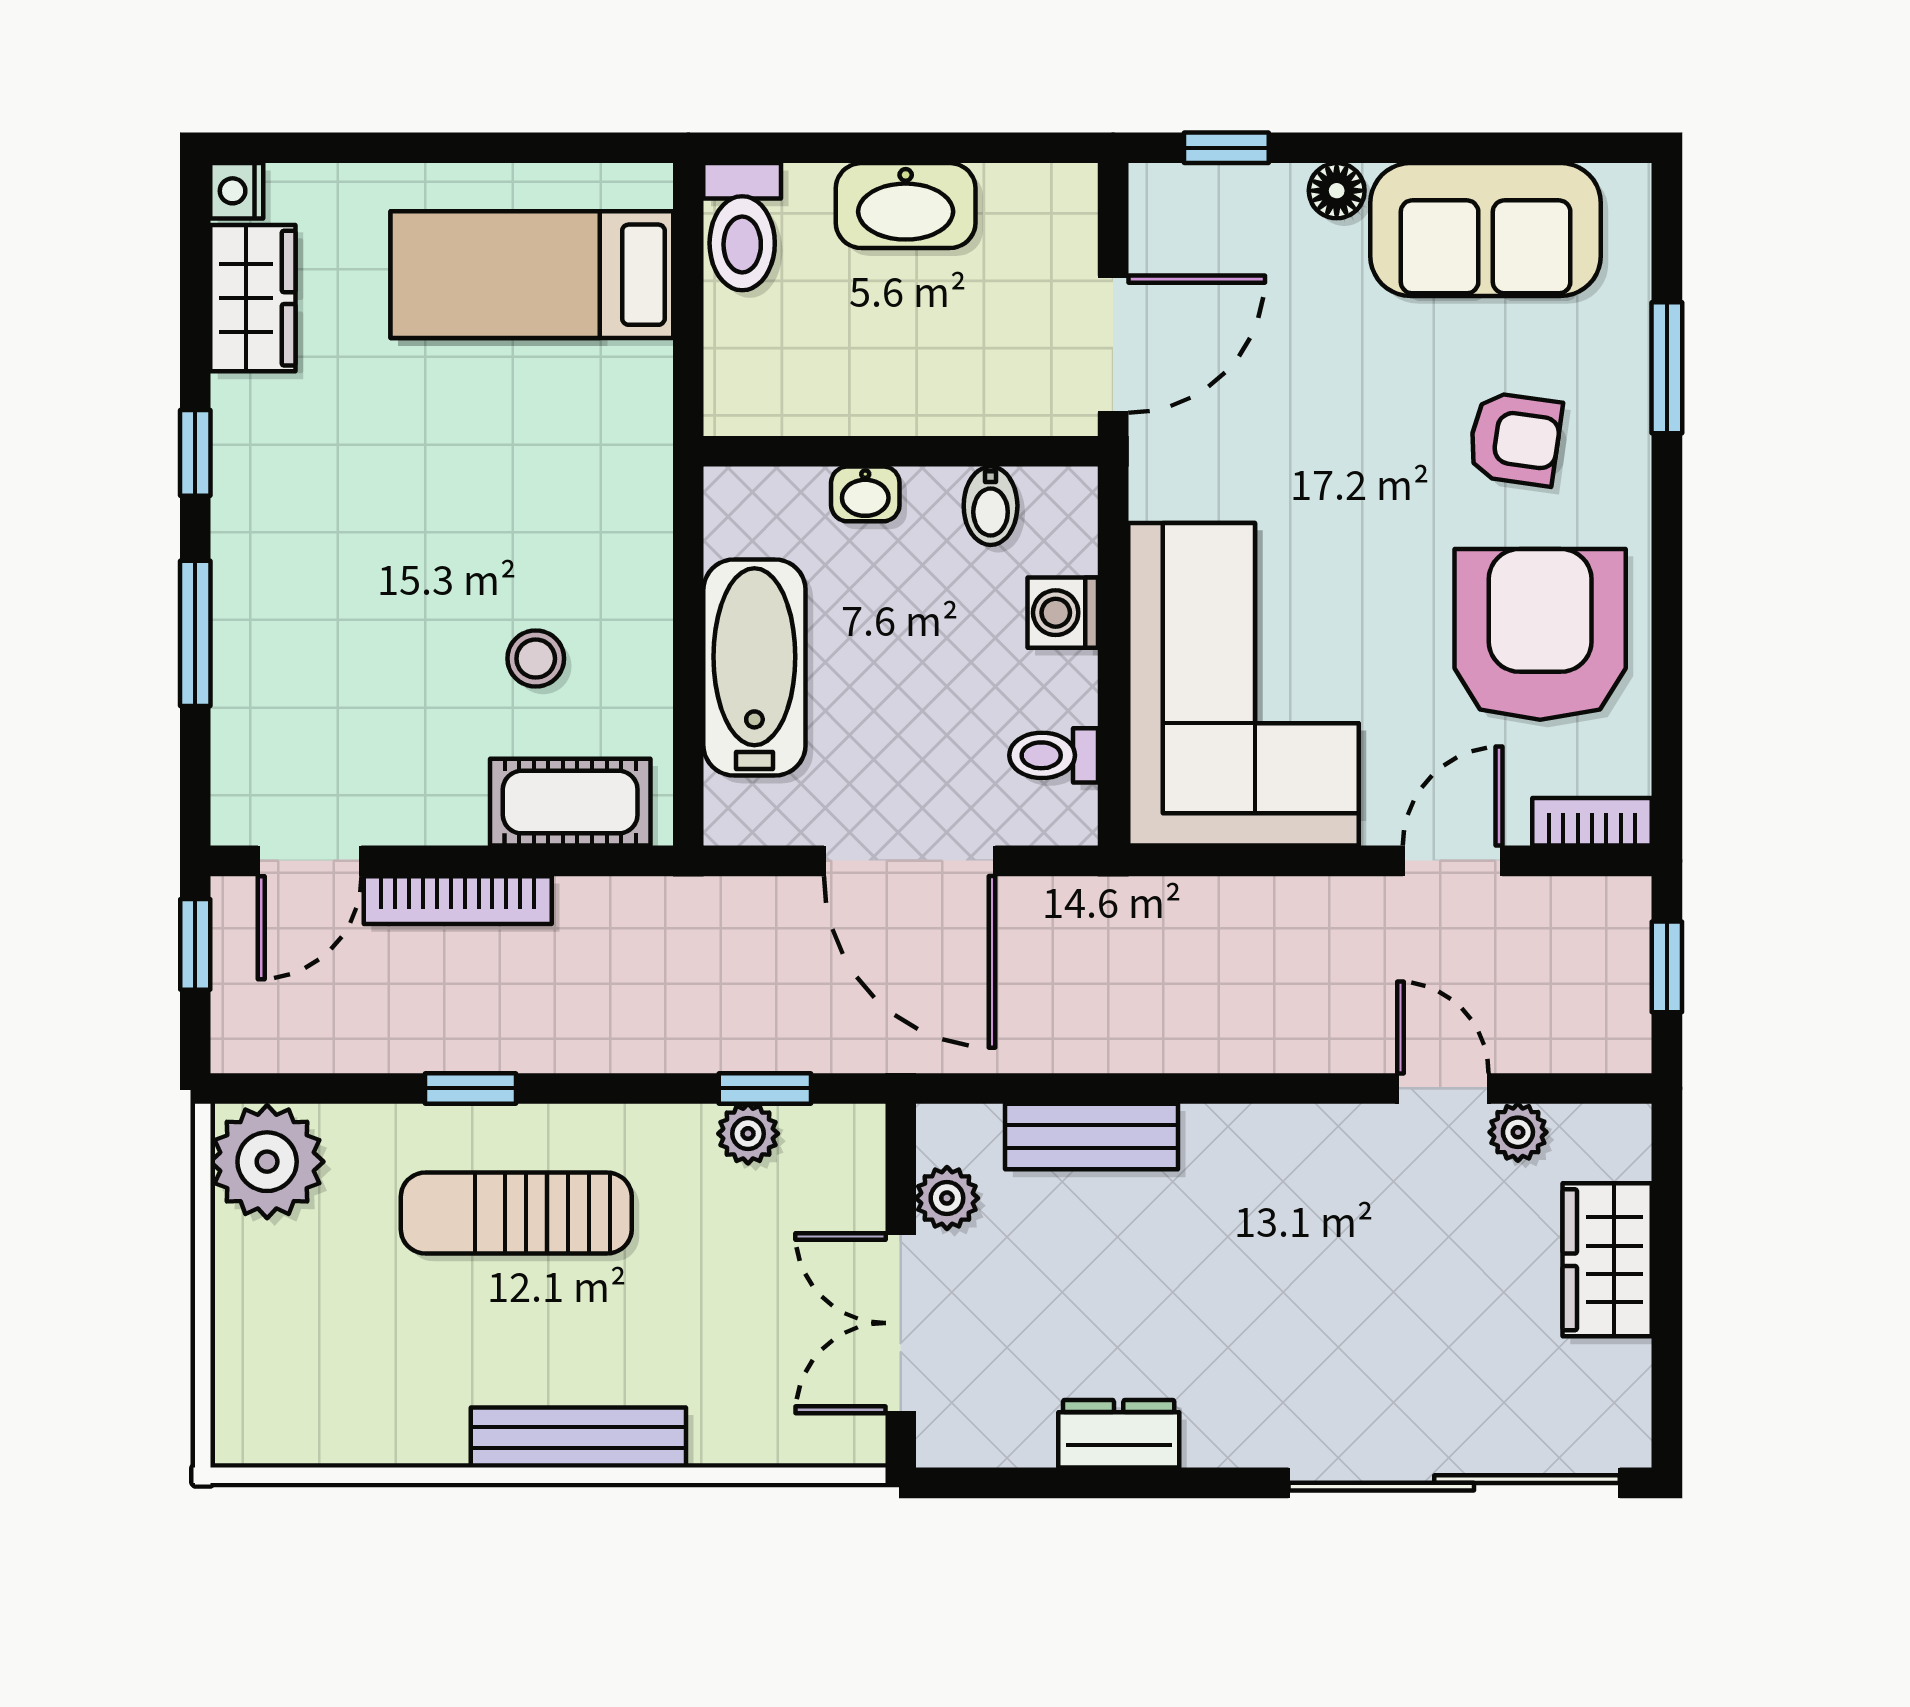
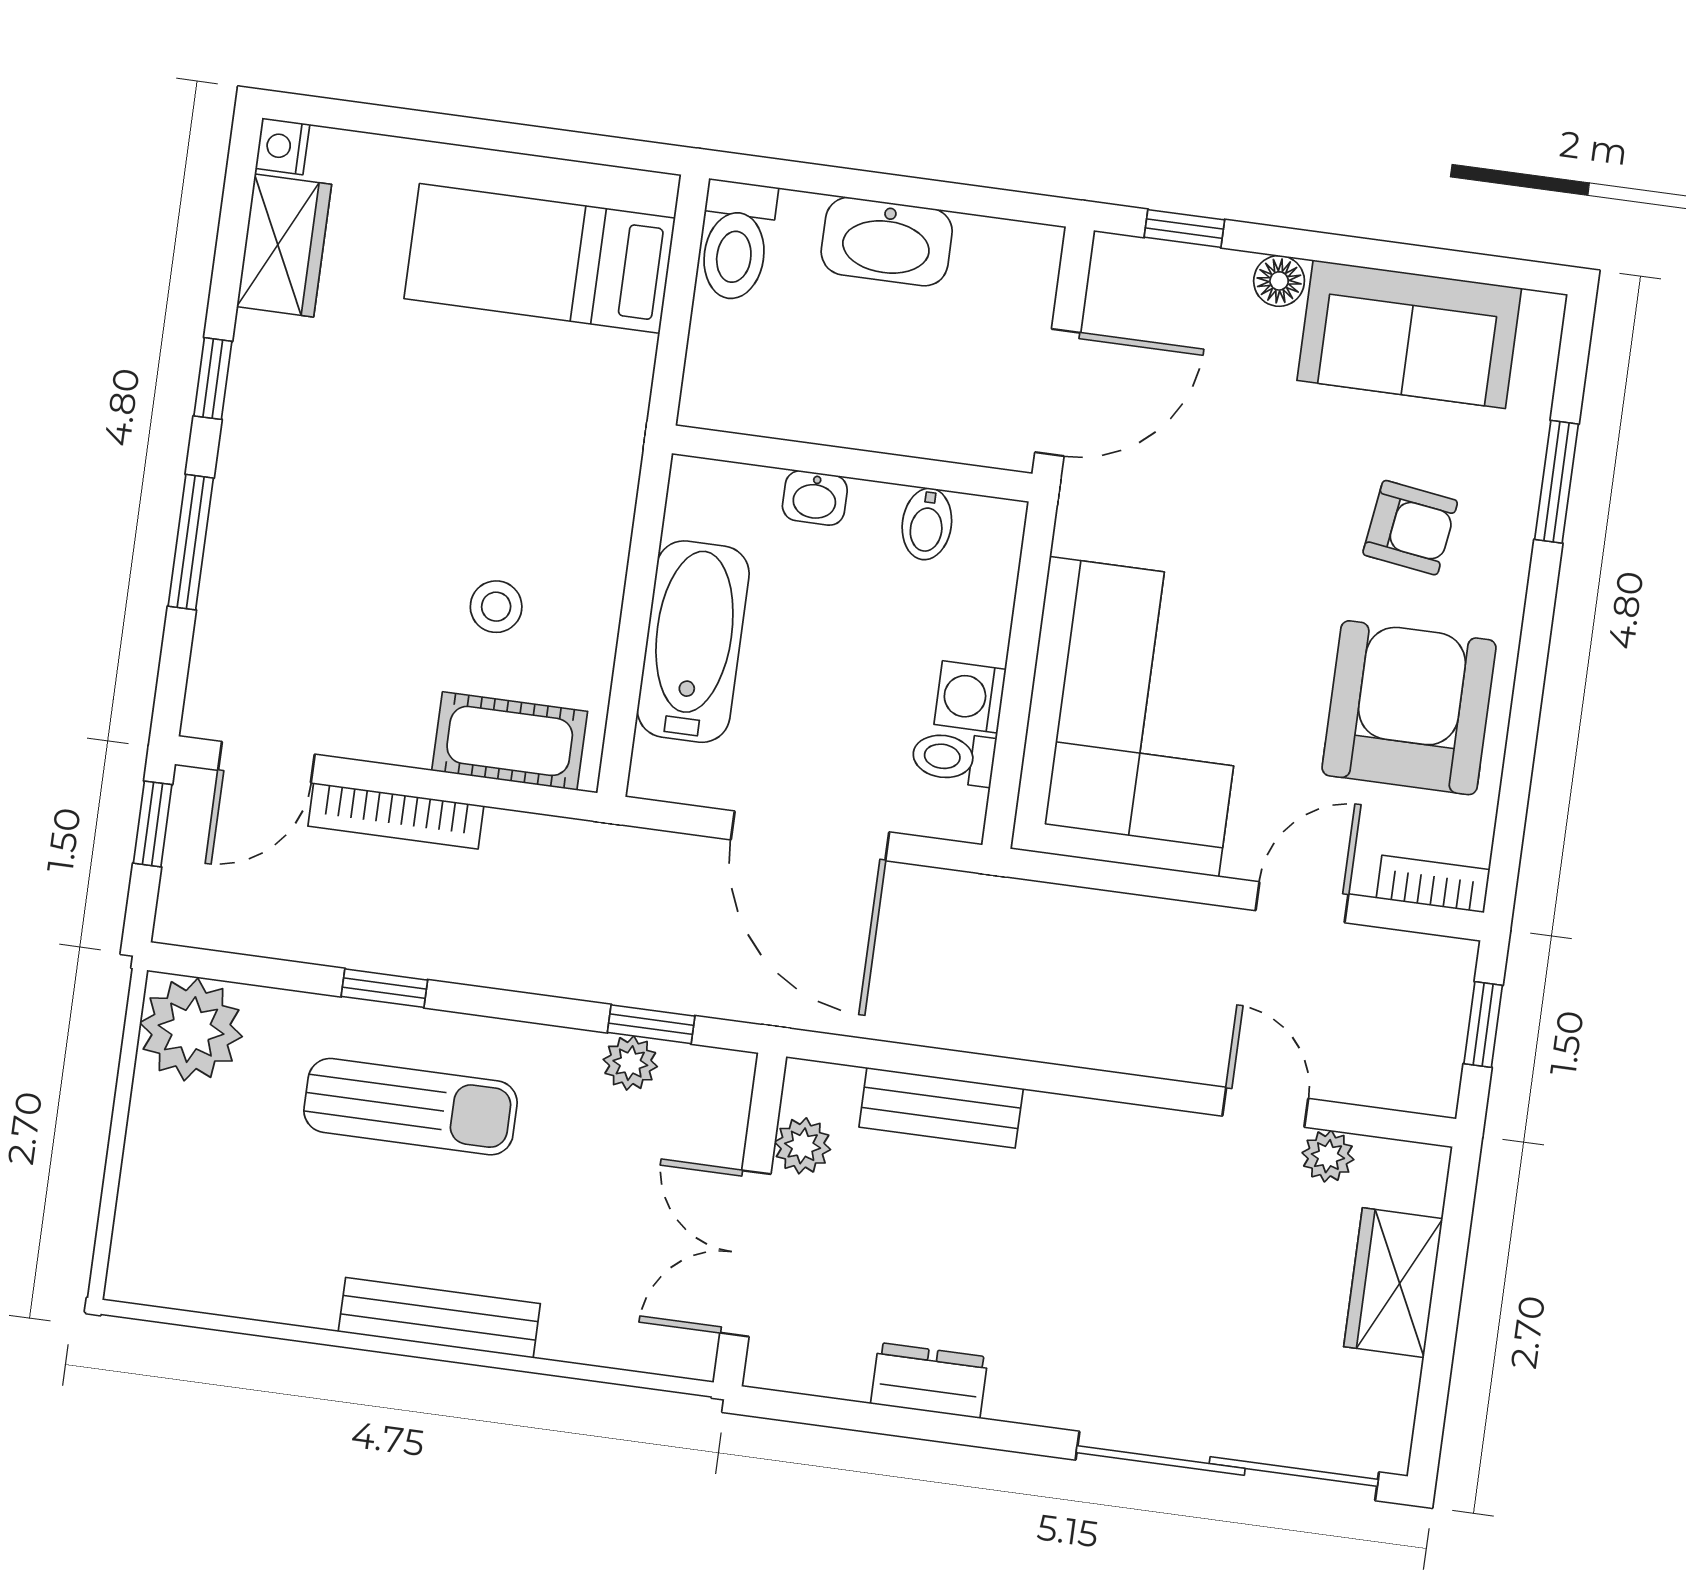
washing machine: (1063, 613) -> (970, 697), moved
sun lounger: (516, 1213) -> (411, 1107), turned 180

